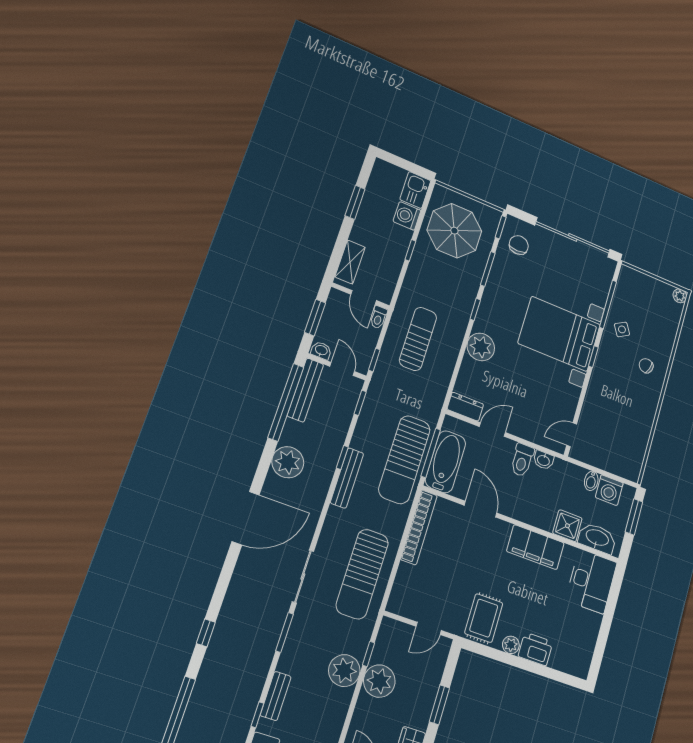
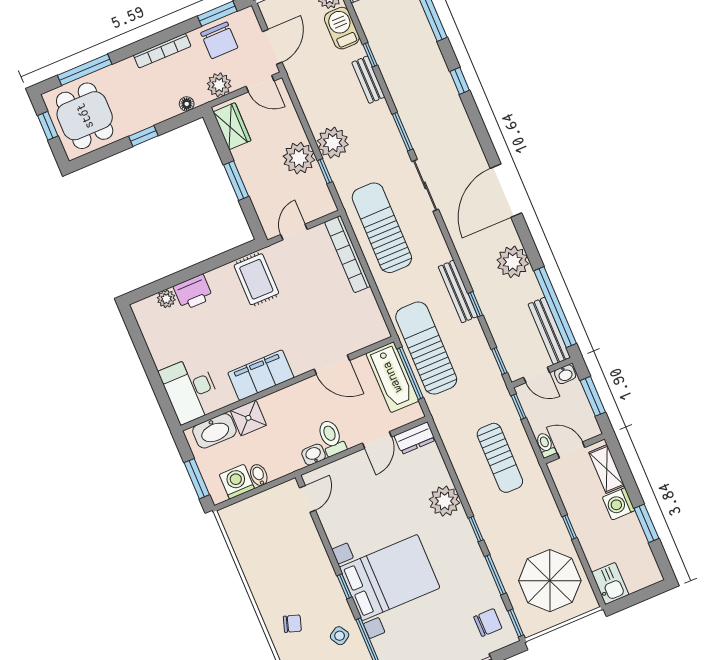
washing machine: (407, 216) -> (619, 504), moved, turned 180
chair: (519, 245) -> (488, 622), turned -90
bookcase: (419, 527) -> (348, 254), moved
plant: (511, 645) -> (166, 299), moved

